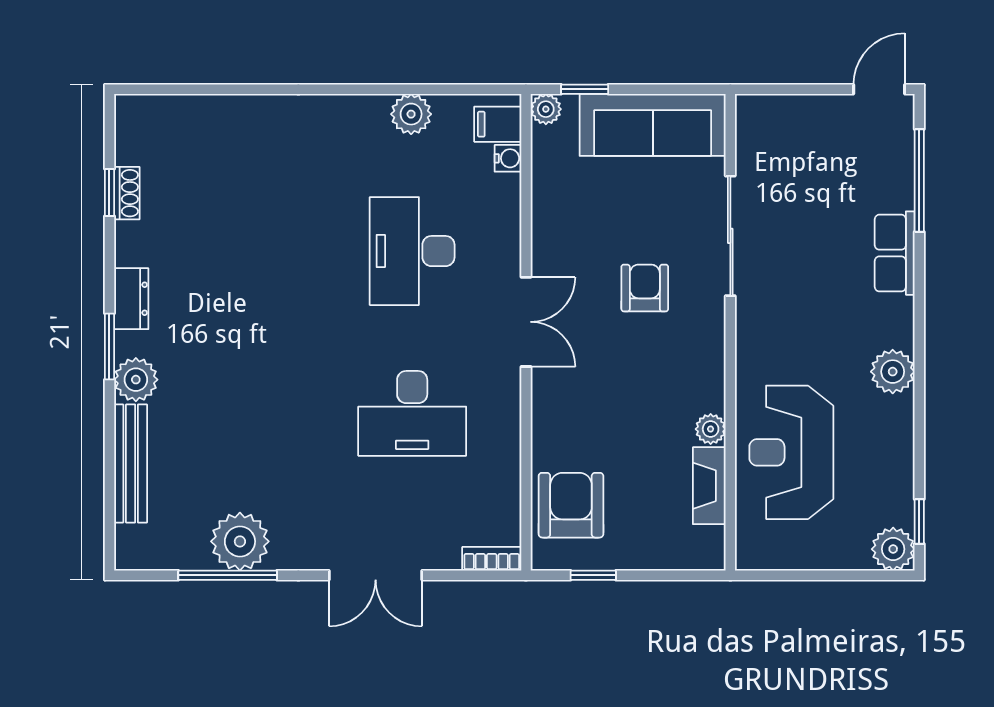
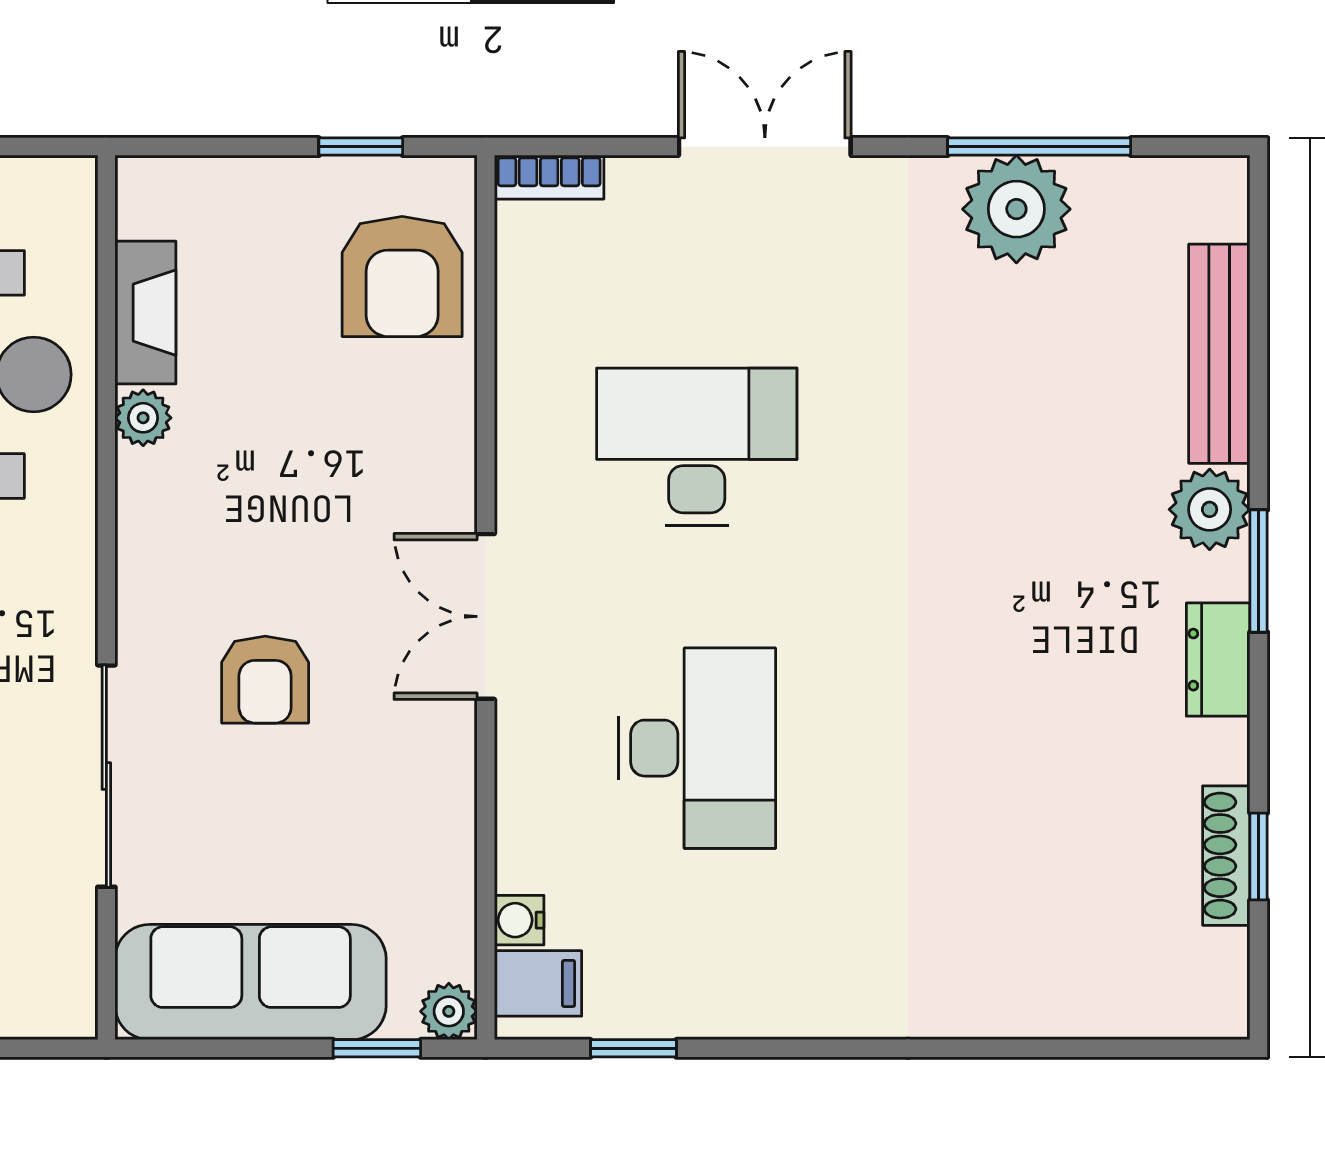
window: (446, 89) -> (633, 1048), added
plant: (411, 114) -> (699, 1002), removed
shoe rack: (127, 193) -> (1226, 856), width x1.43

